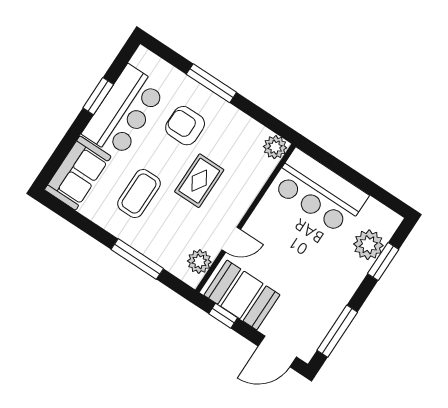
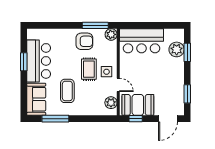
window: (211, 83) -> (95, 25), moved
armchair: (185, 126) -> (84, 41), moved, turned 180
side table: (226, 205) -> (106, 72), added
door: (231, 240) -> (118, 85), hinge flipped
window: (137, 259) -> (55, 119), moved
window: (337, 331) -> (187, 94), width x0.69

